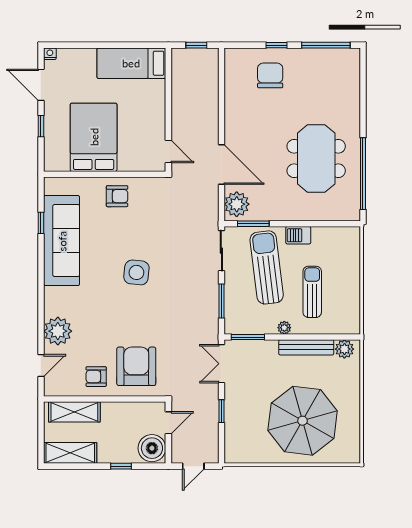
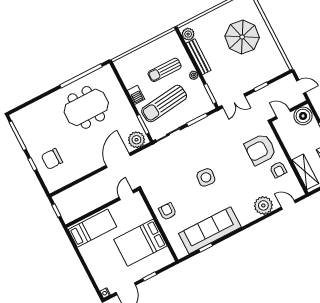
bed: (131, 63) -> (92, 228), moved, turned -90
parasol: (303, 421) -> (242, 37), width x0.73, depth x0.73

